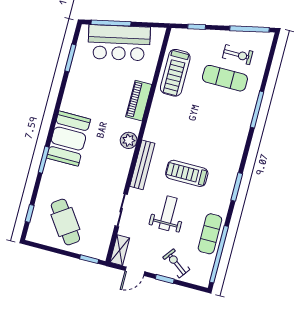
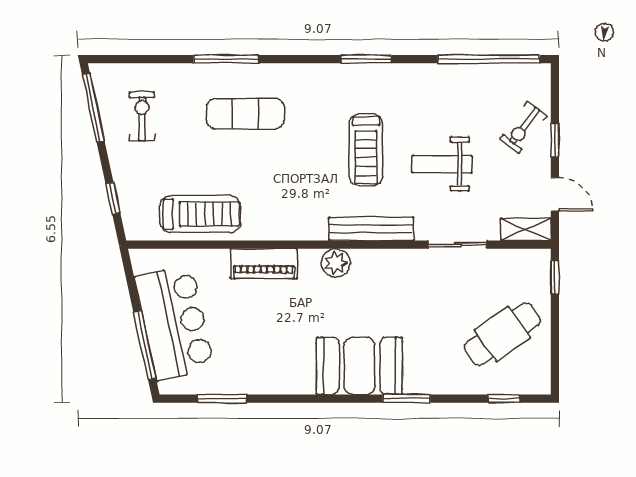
exercise mat: (225, 78) -> (245, 114), moved, turned 90
exercise mat: (210, 234) -> (458, 84), removed

